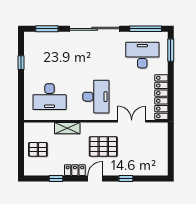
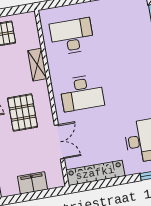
desk: (50, 97) -> (72, 36), turned 90
filing cabinet: (160, 148) -> (33, 183), added

